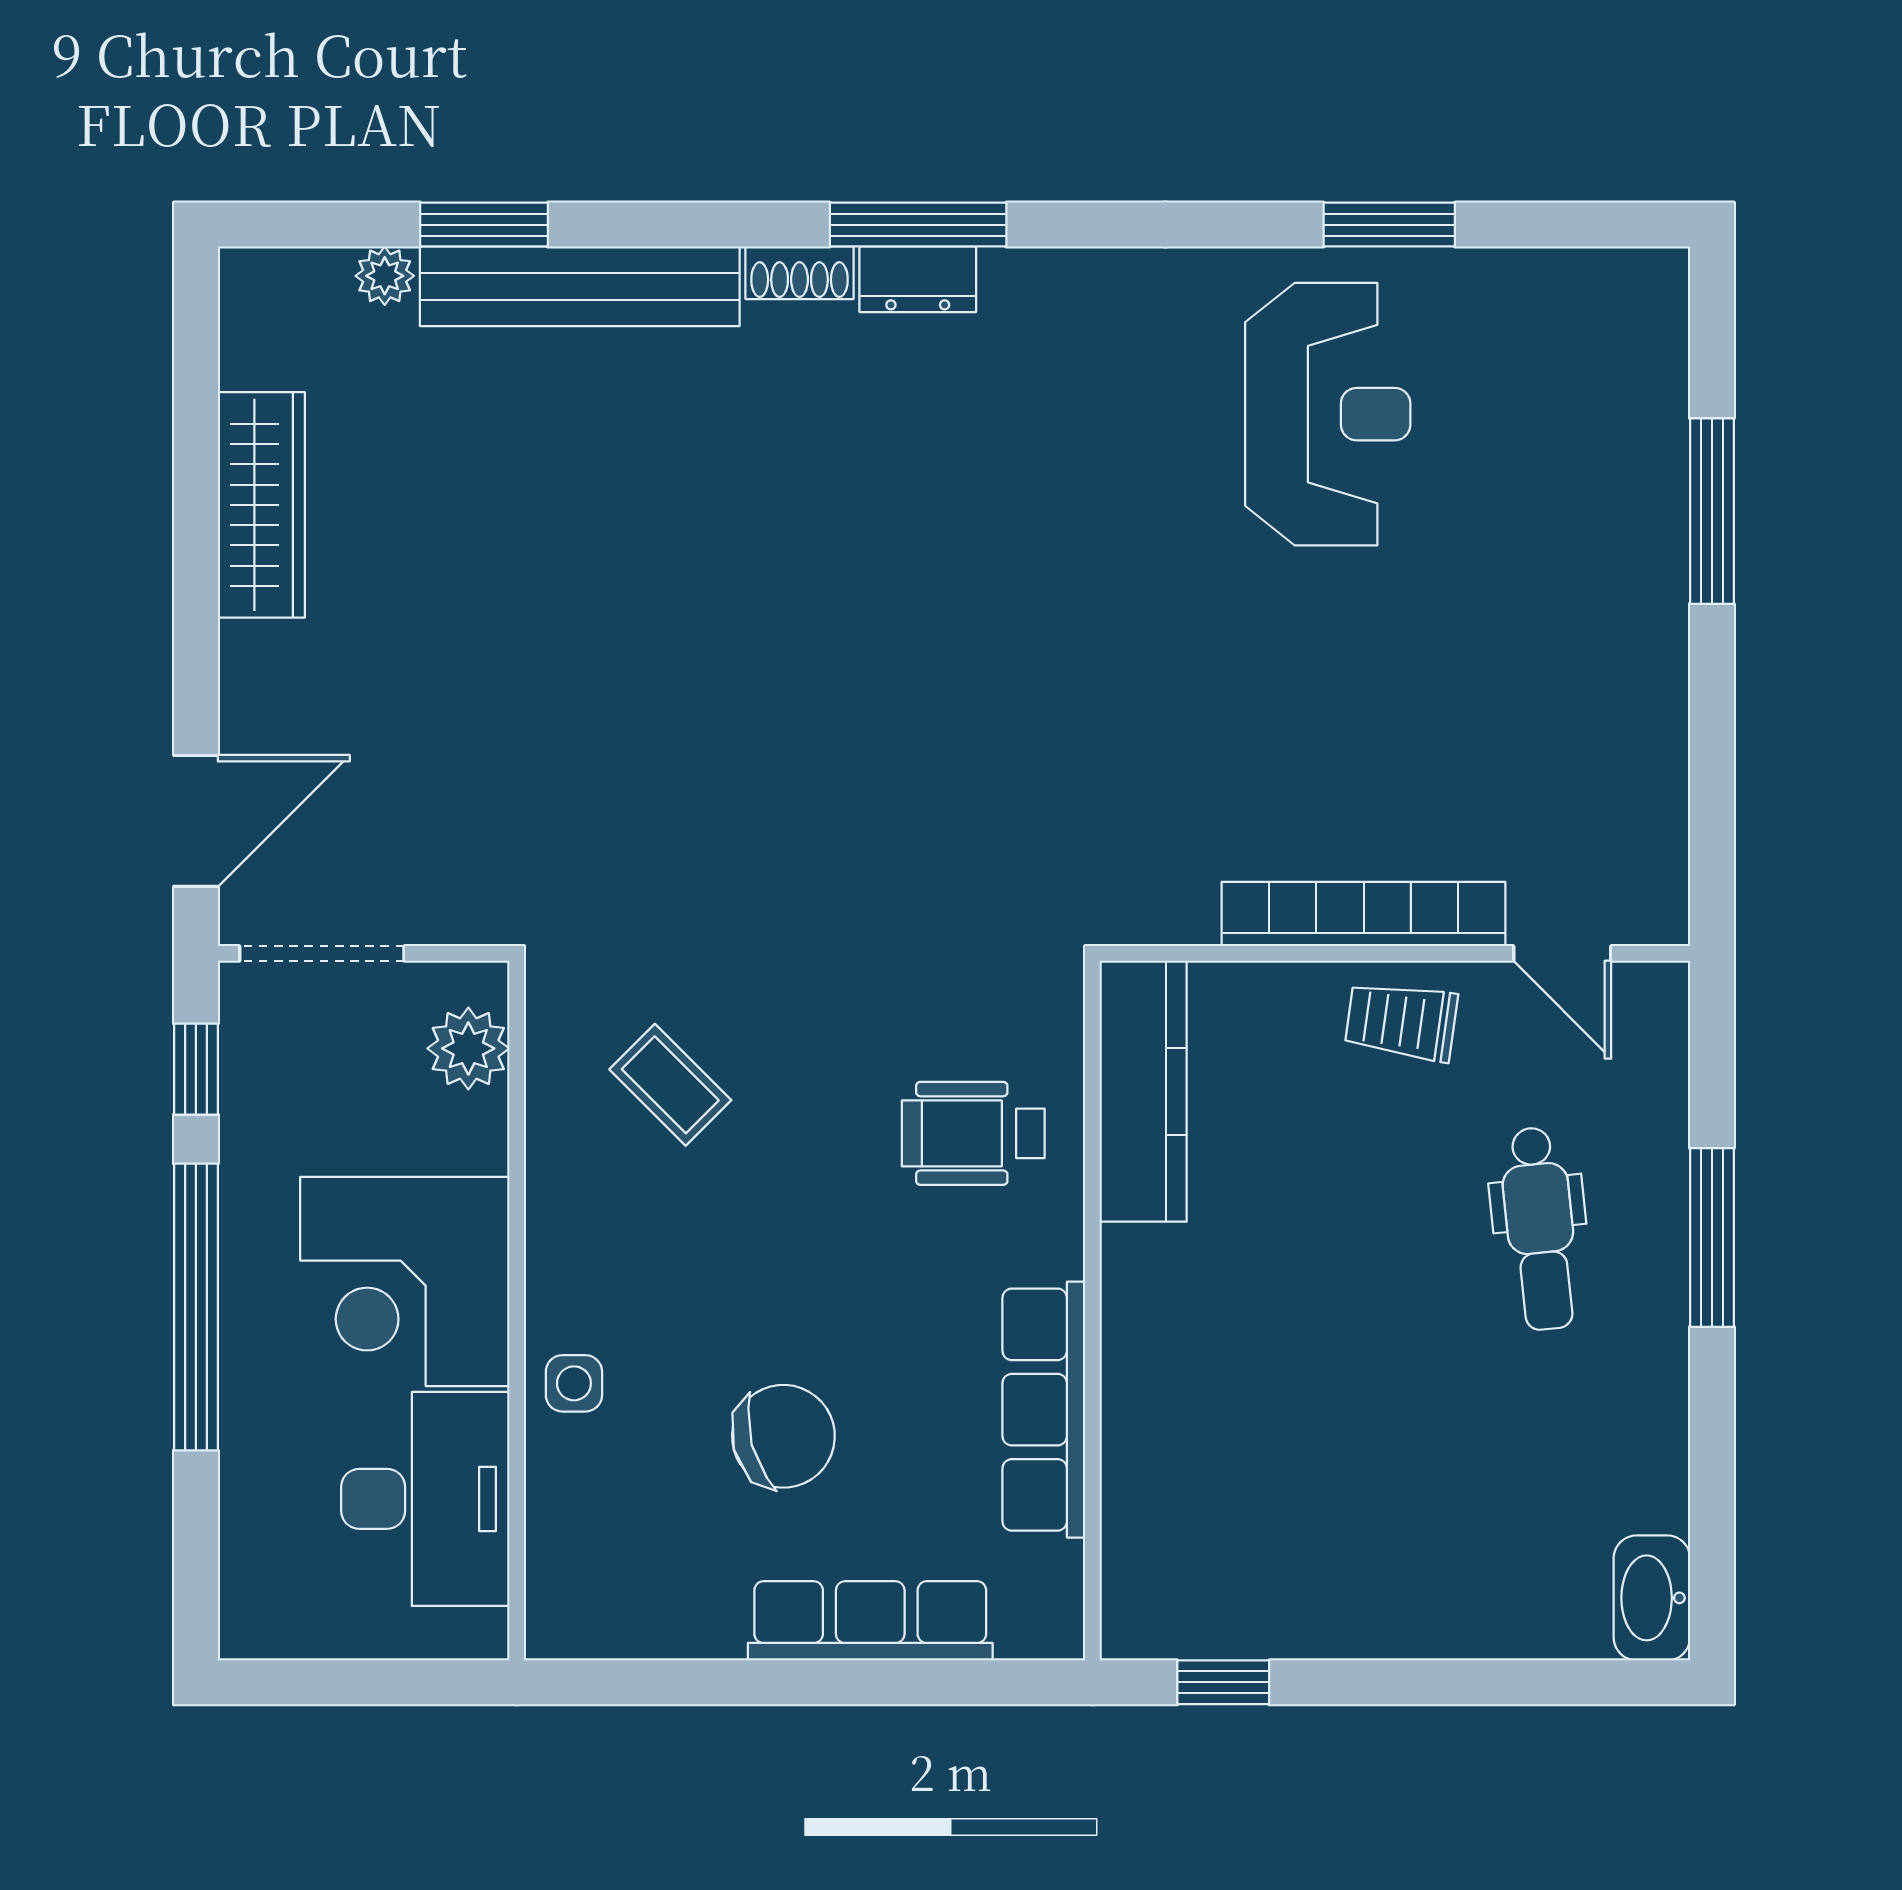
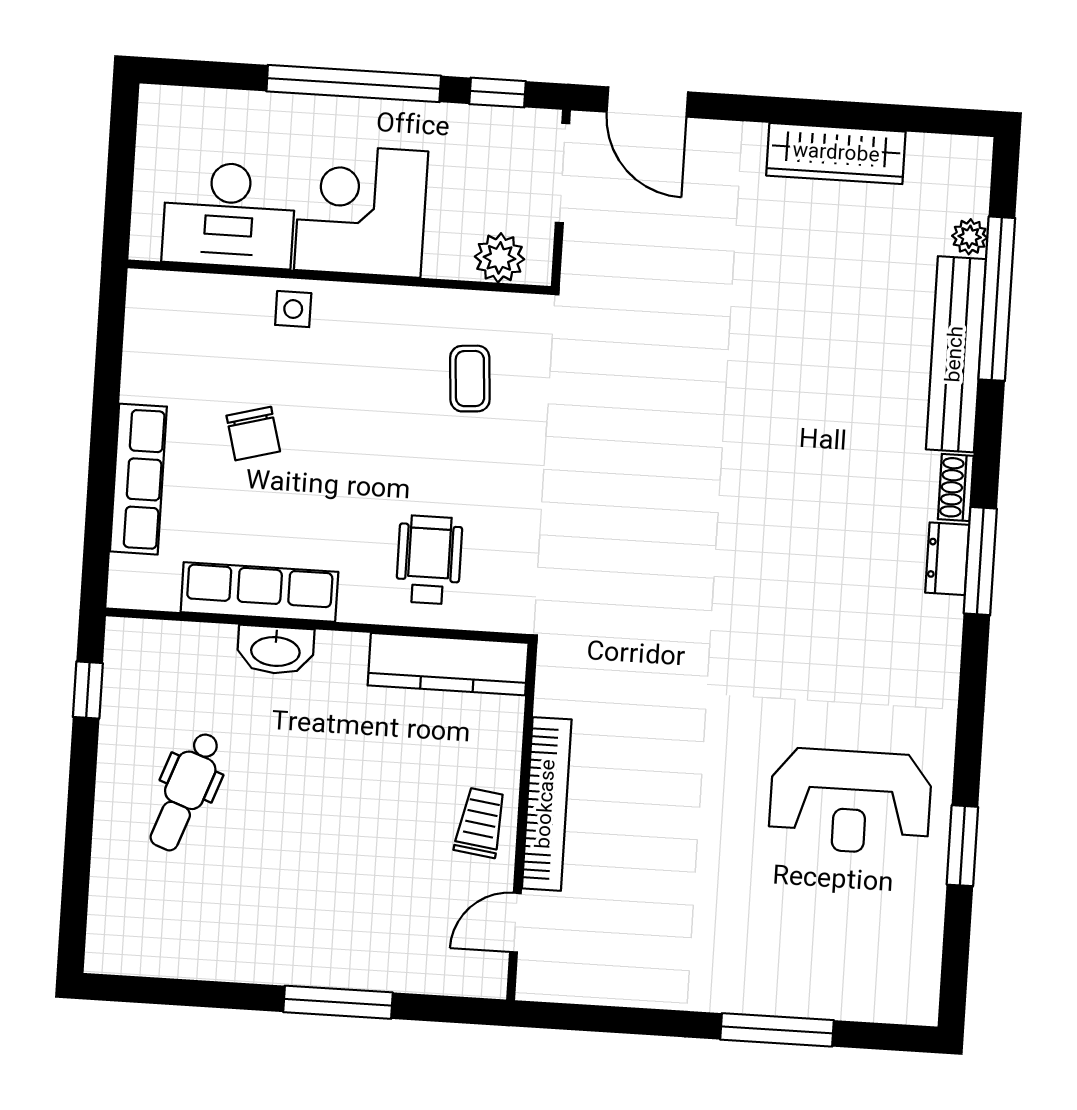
window: (484, 225) -> (997, 299), width x2.11
coffee table: (670, 1085) -> (470, 379), turned -49
dental chair: (1540, 1229) -> (185, 791), moved, turned -64
chair: (783, 1436) -> (253, 434), width x0.73, depth x0.73
washbasin: (1652, 1598) -> (275, 650), moved, turned 180

